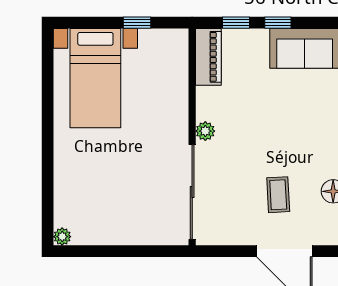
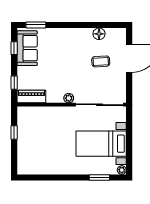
window: (278, 23) -> (14, 48), moved
bed with nightstands: (95, 78) -> (101, 144), moved, turned 180
window: (48, 192) -> (99, 177), added

